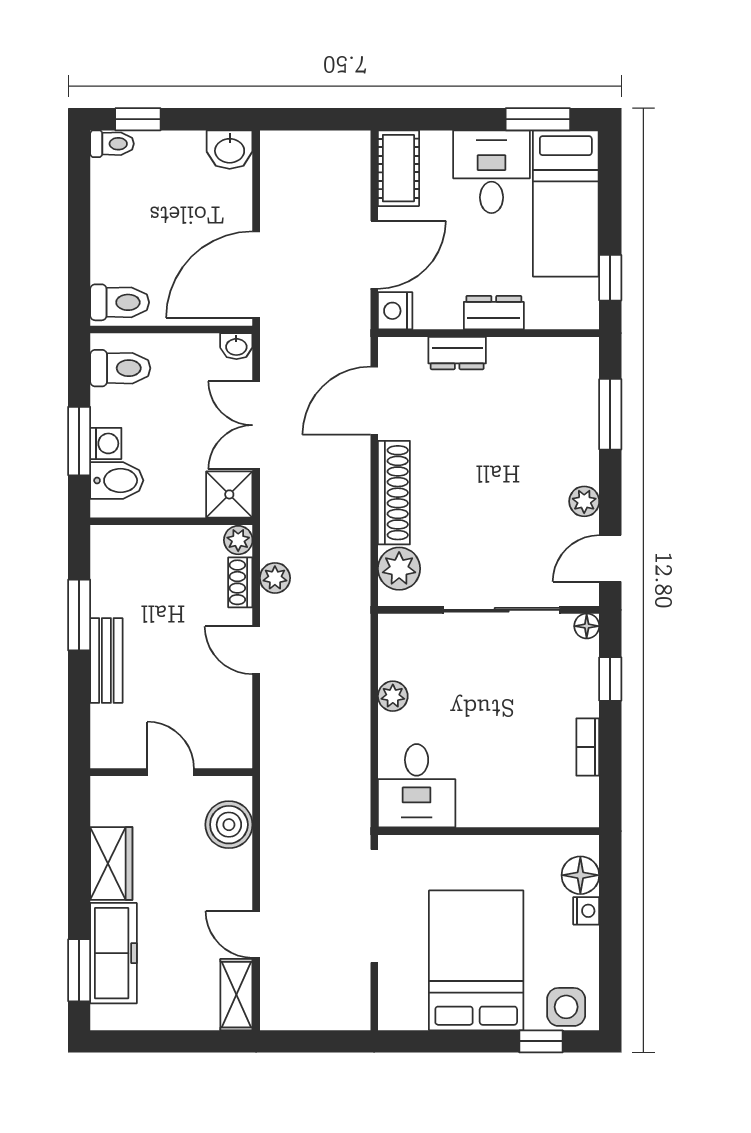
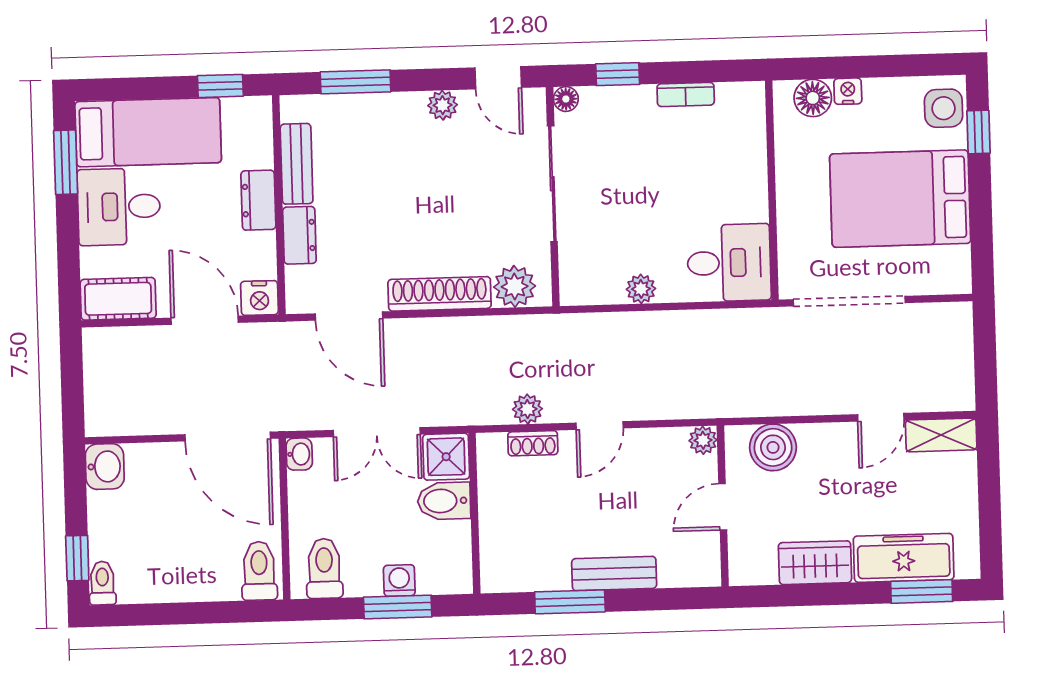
bench: (529, 352) -> (297, 164), added
bidet: (117, 480) -> (444, 501), moved, turned -90
plant: (238, 540) -> (703, 440), moved

